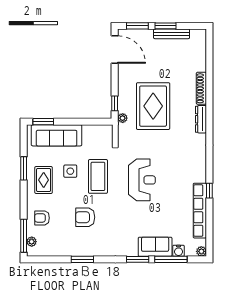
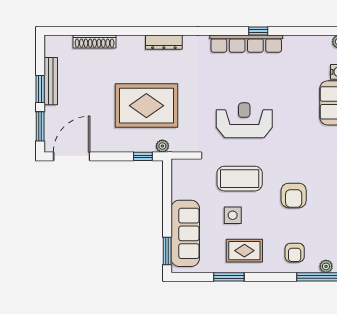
shoe rack: (201, 88) -> (95, 42), moved
row of seats: (200, 211) -> (246, 44), moved

